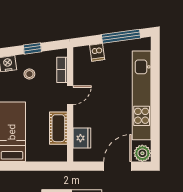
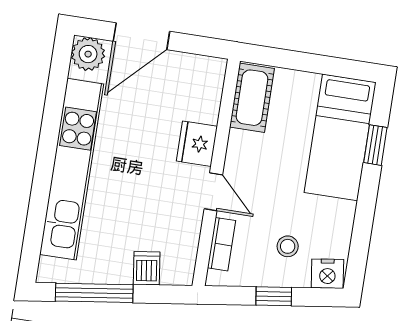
door: (70, 95) -> (213, 192), swing flipped
cot: (58, 128) -> (252, 98), moved
fridge: (82, 138) -> (197, 144), moved

